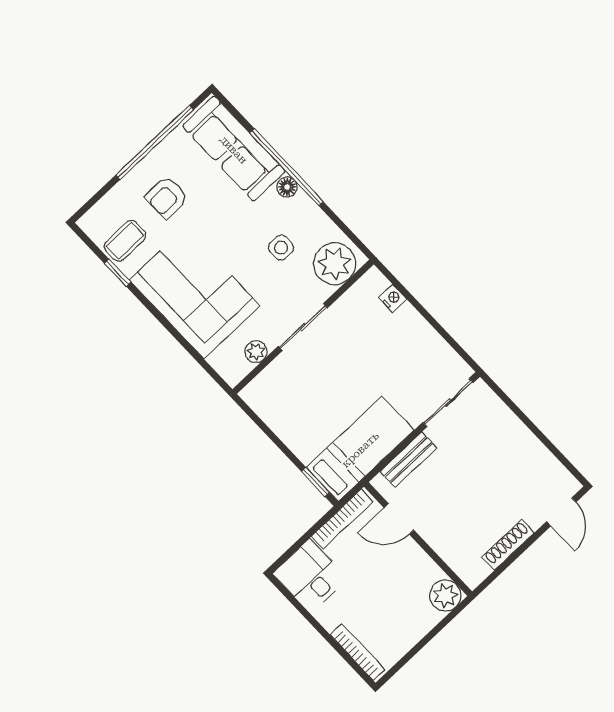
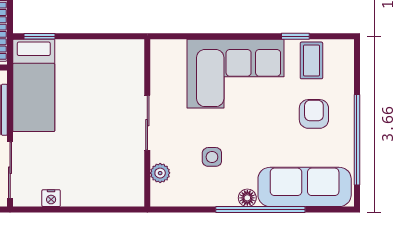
plant: (335, 264) -> (160, 173), width x0.53, depth x0.53
nightstand: (393, 298) -> (51, 198), moved
plant: (256, 352) -> (160, 77), removed

